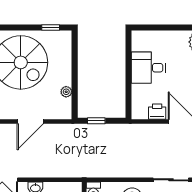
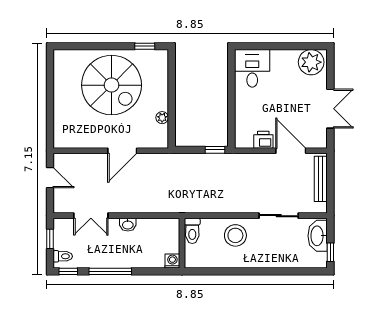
desk: (148, 68) -> (252, 68), moved, turned 90
window: (96, 121) -> (215, 150), moved

